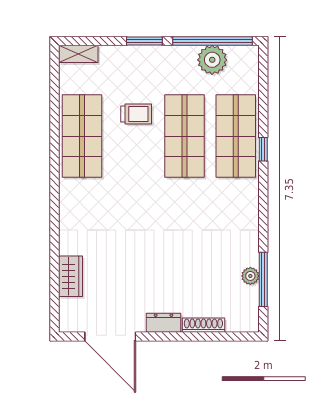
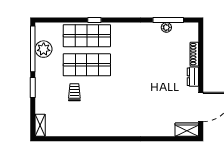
shop shelf: (82, 136) -> (87, 123), removed
wardrobe: (70, 276) -> (187, 130), moved

